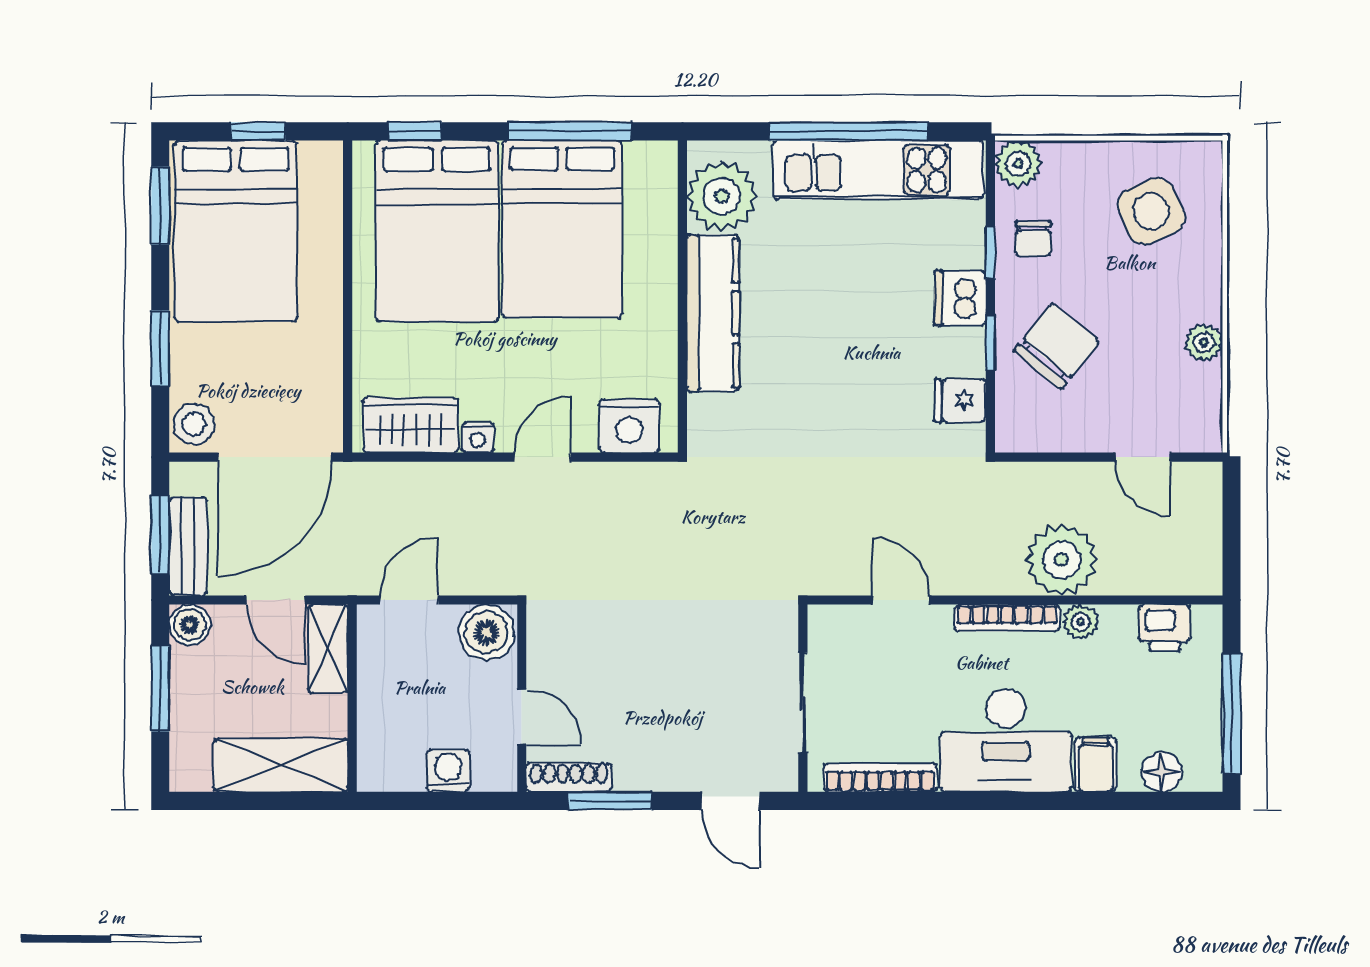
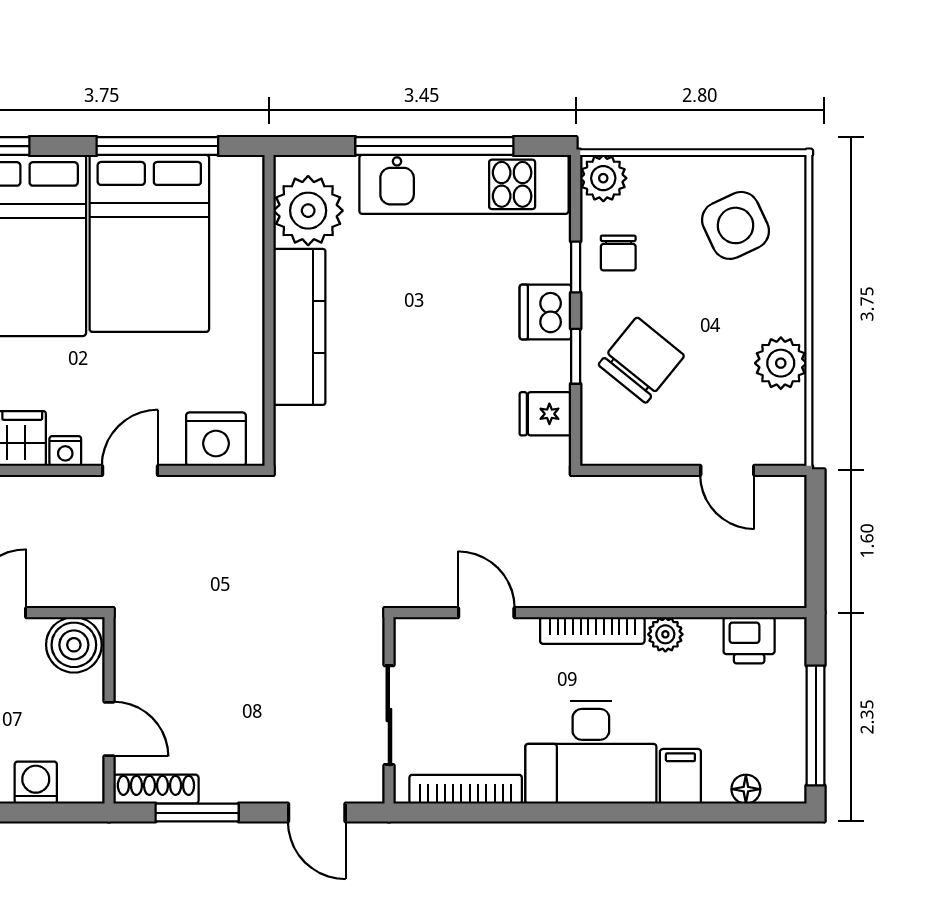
plant: (1204, 342) -> (781, 363), width x1.38, depth x1.38
plant: (1062, 560) -> (646, 573), removed
floor lamp: (1162, 772) -> (746, 789), width x0.73, depth x0.73

